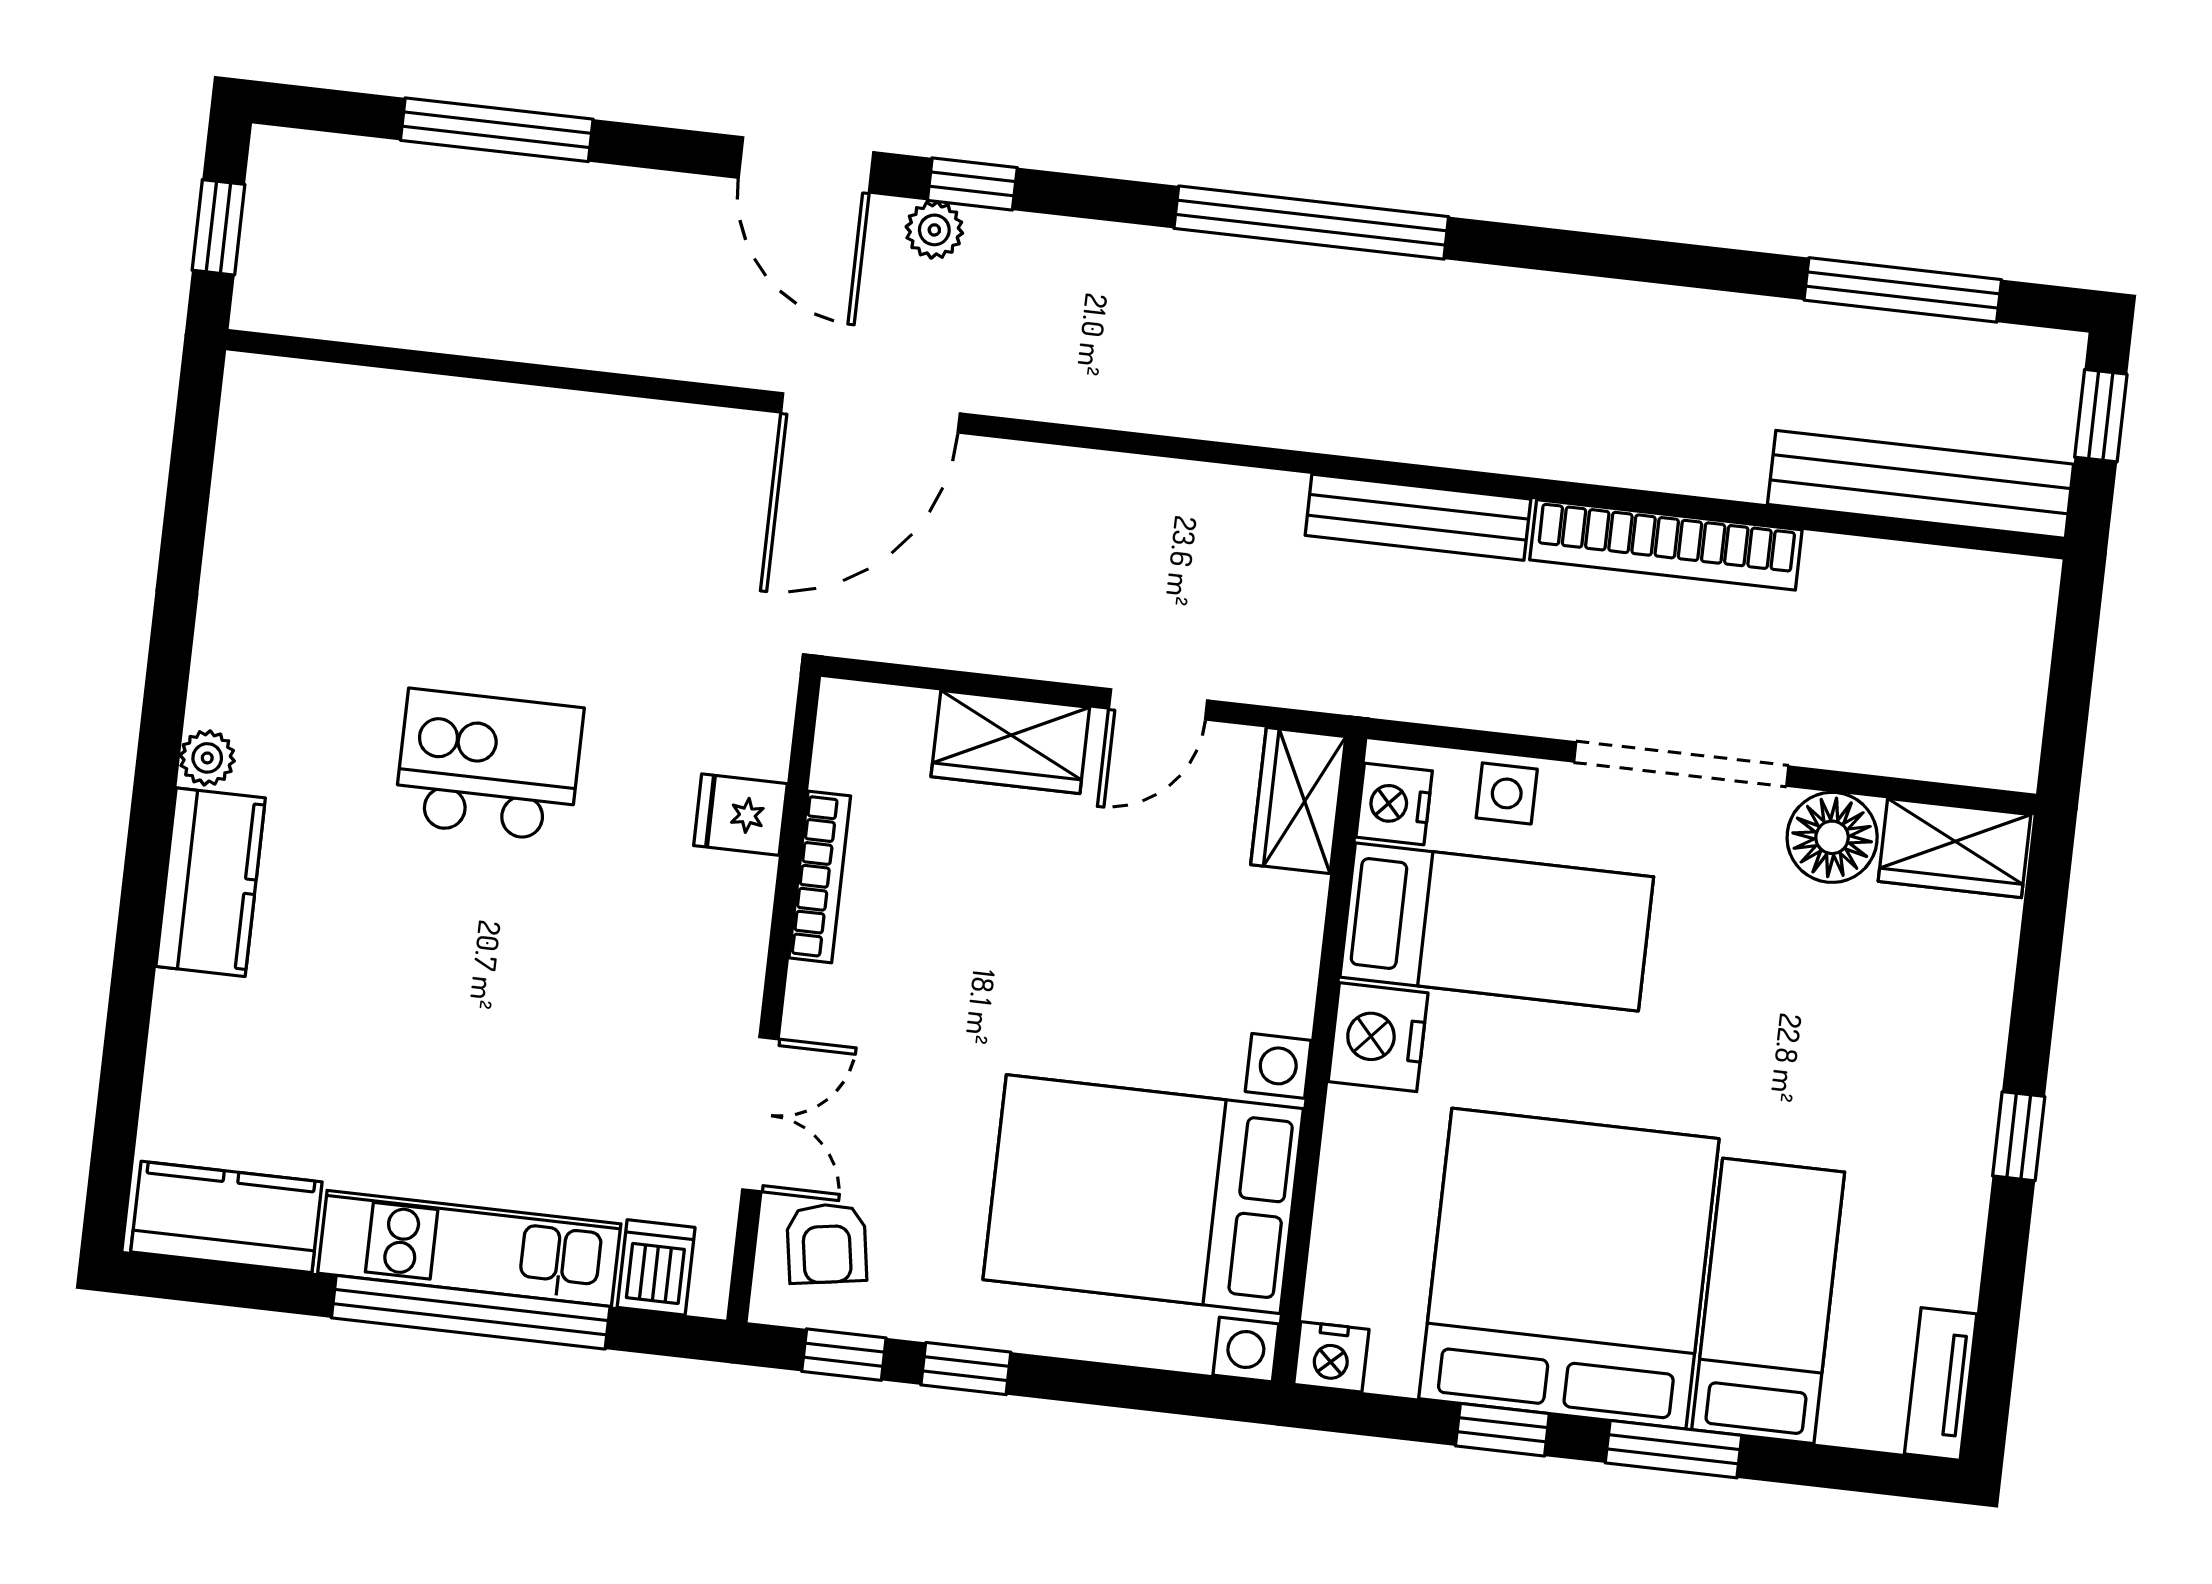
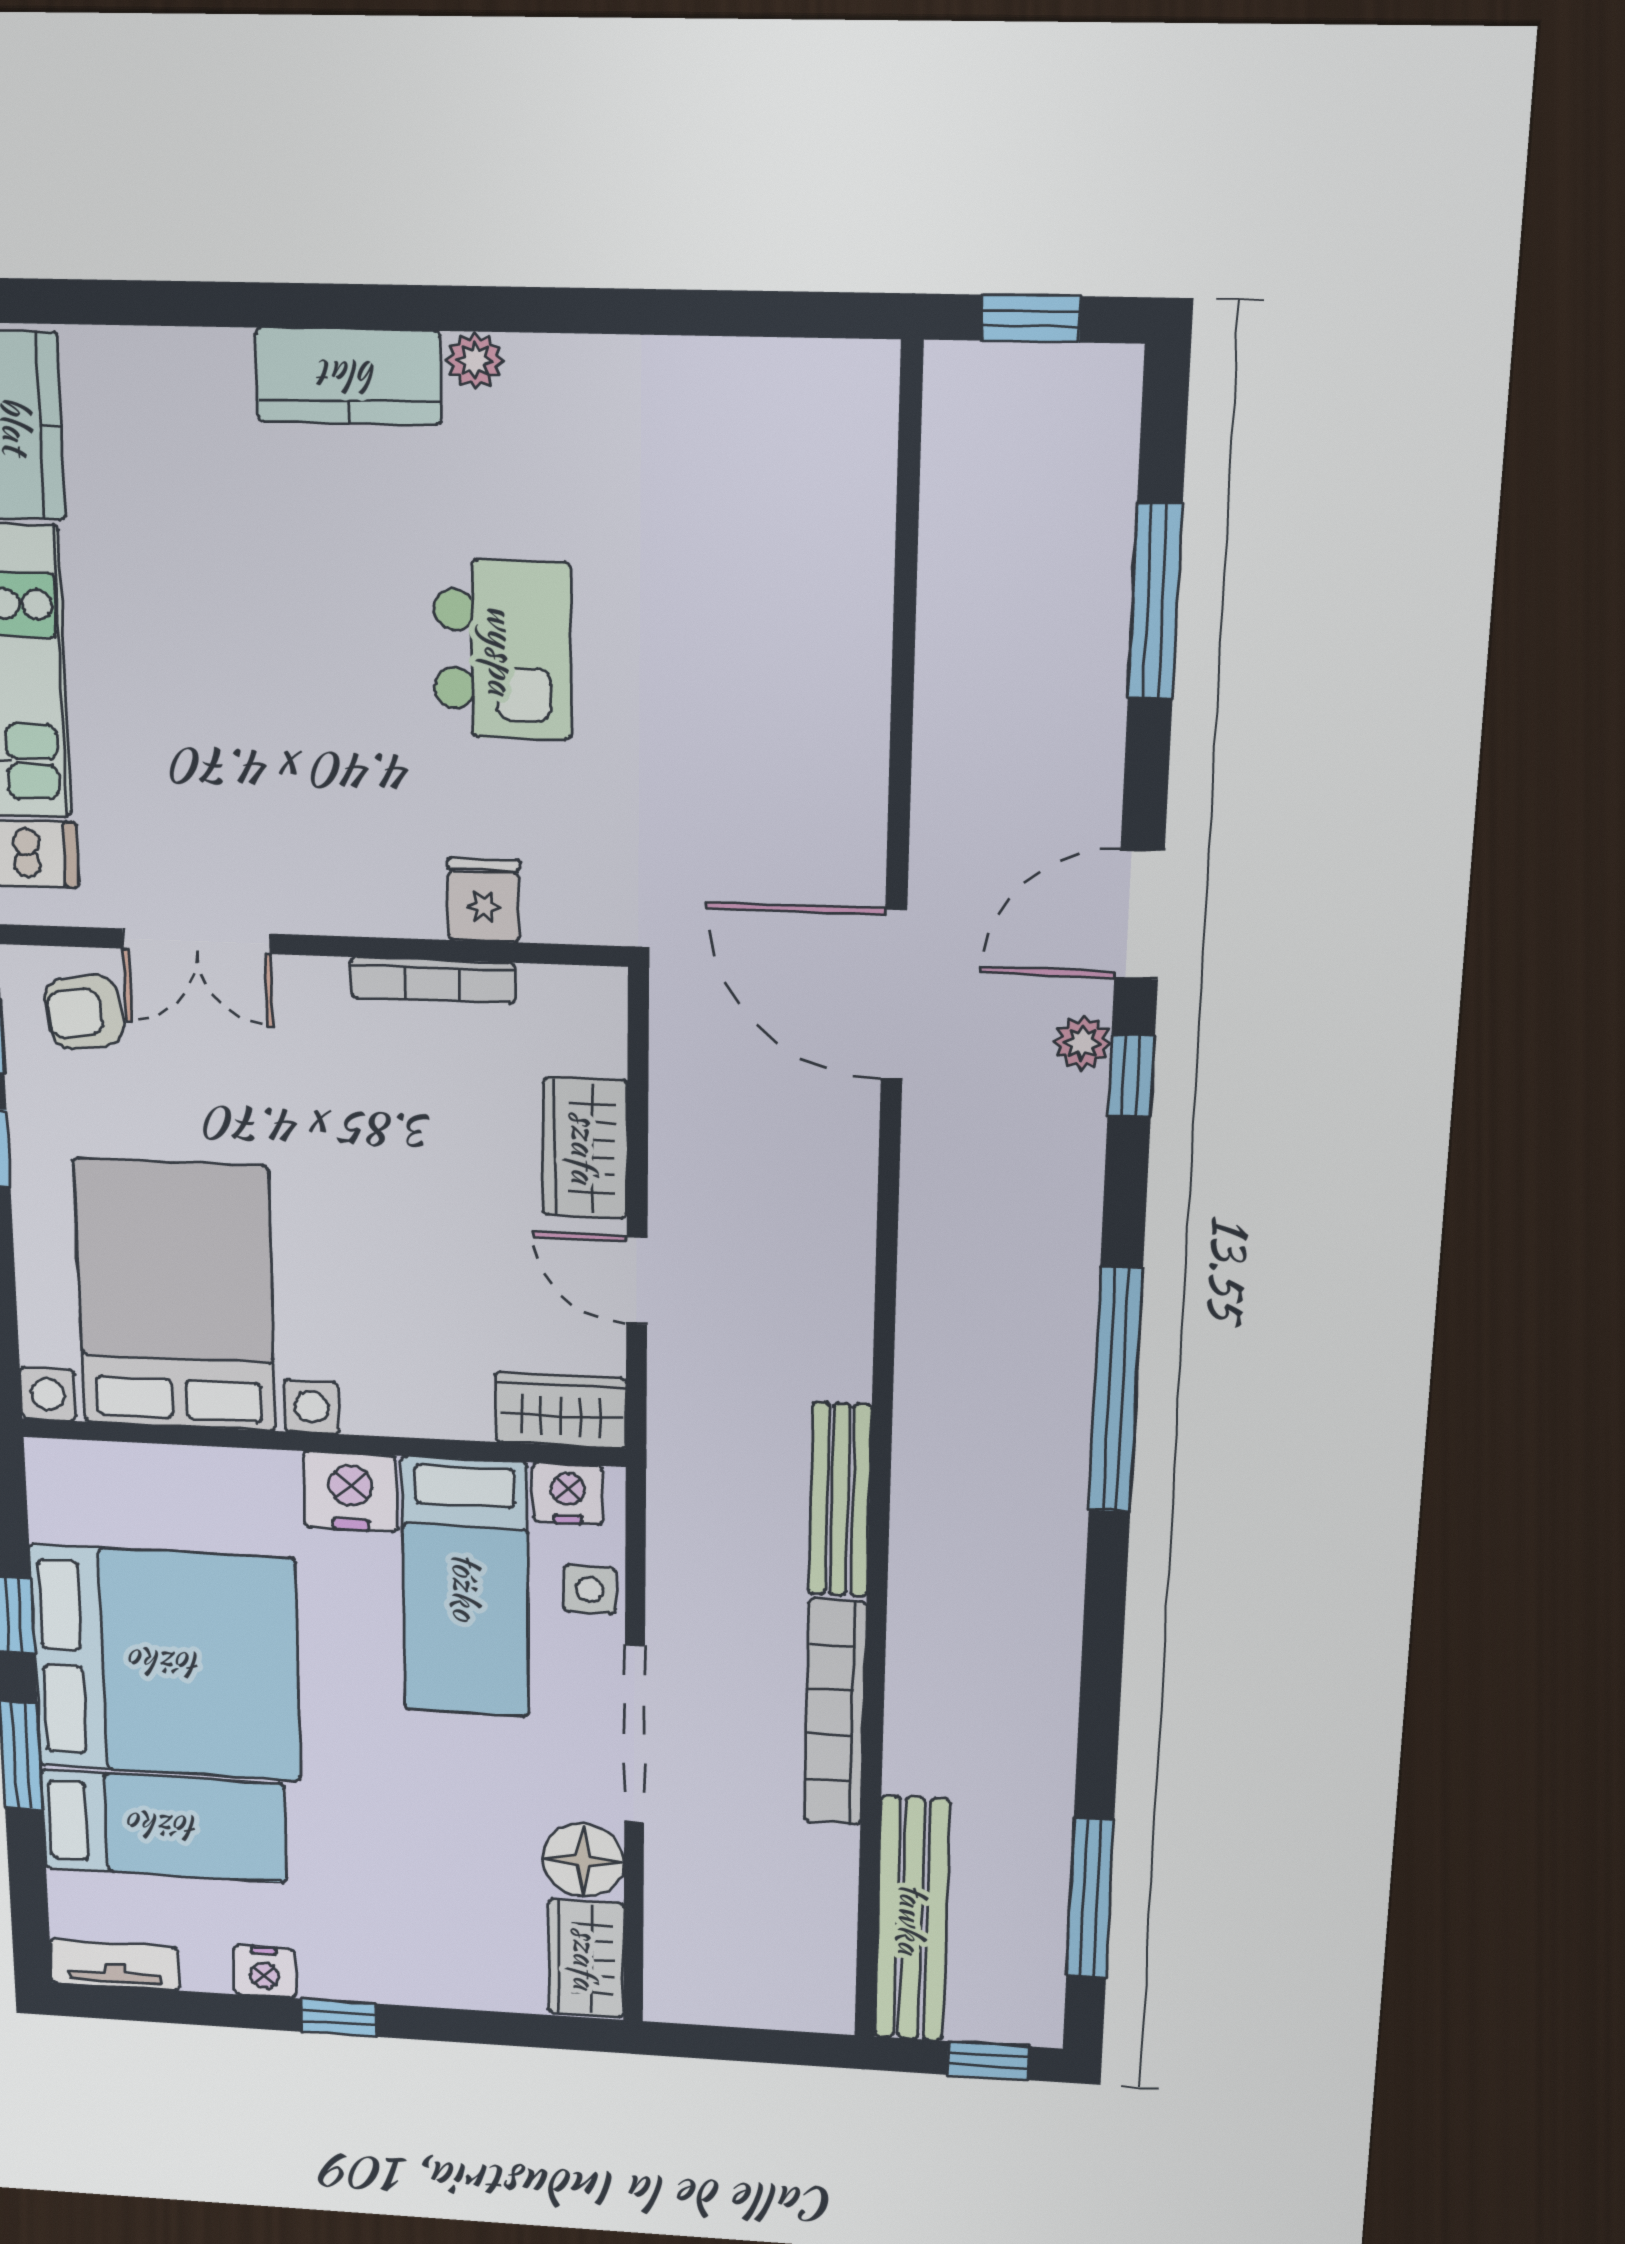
nightstand: (1331, 1357) -> (265, 1972), moved, turned -90

